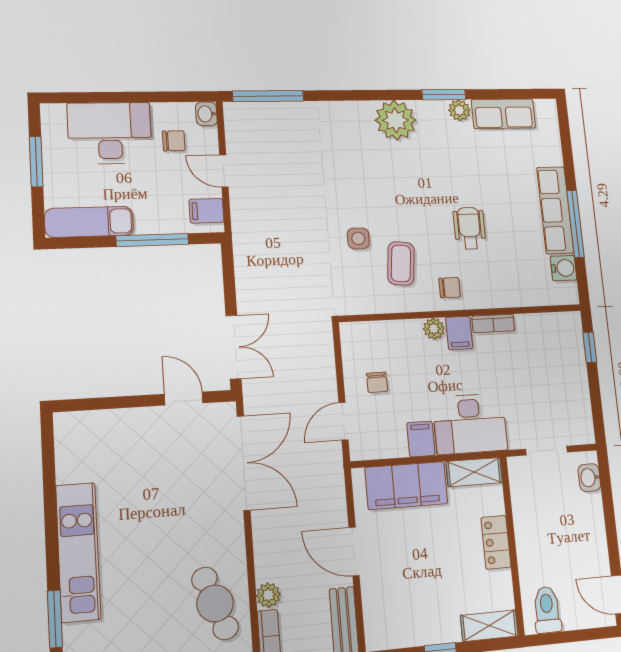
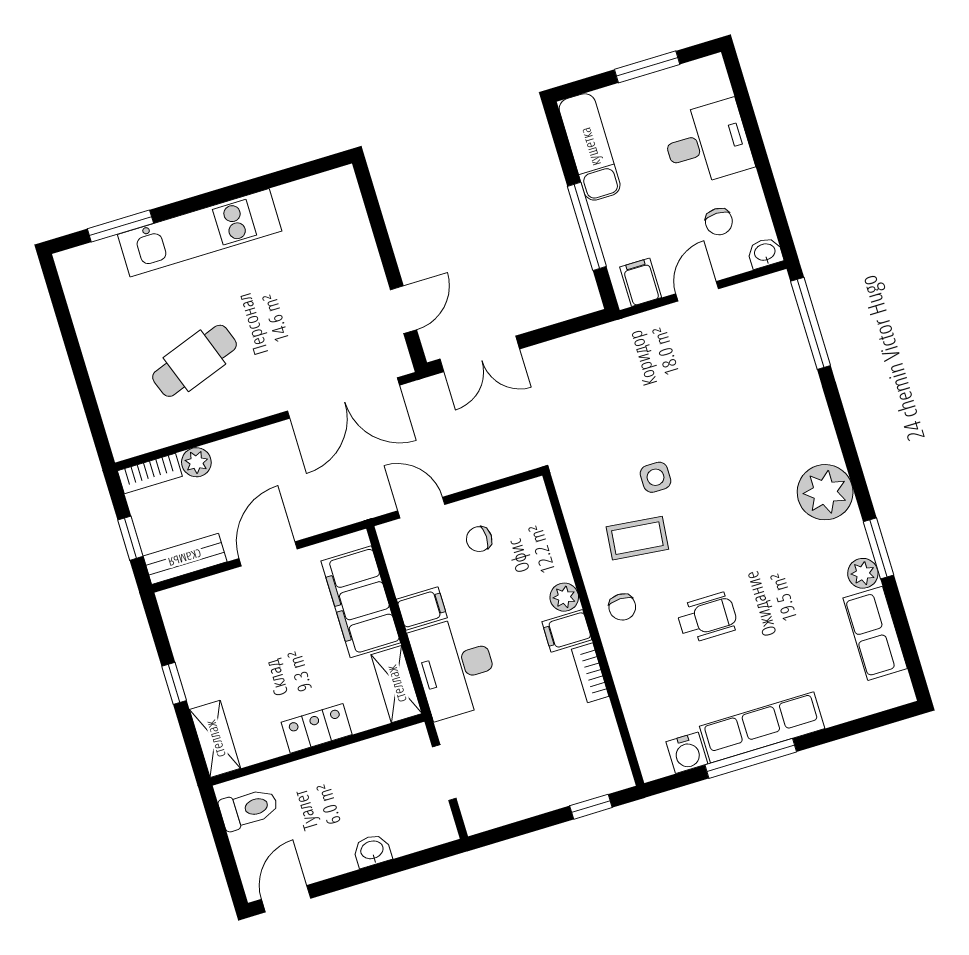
desk: (110, 133) -> (707, 143), width x0.73
washbasin: (589, 478) -> (372, 851), moved
cafe table: (215, 603) -> (194, 361), moved

